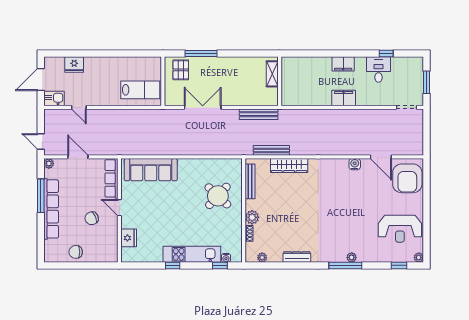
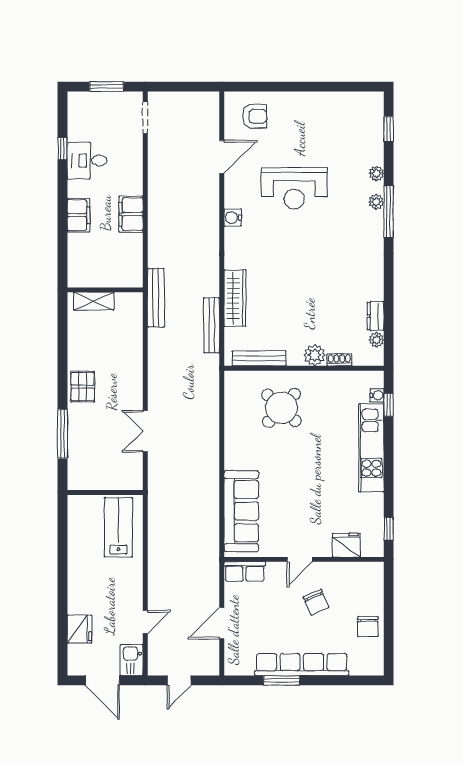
pallet: (181, 70) -> (83, 387), moved, turned 90
shelving: (272, 74) -> (94, 301), moved
wall: (280, 81) -> (105, 290), moved
double door: (203, 107) -> (145, 431), width x0.73
bench: (259, 114) -> (156, 298), moved
door: (41, 142) -> (179, 680), moved
plant: (49, 163) -> (232, 668), removed
water cooler: (355, 164) -> (233, 218), moved
row of seats: (111, 178) -> (245, 572), width x0.68
armchair: (407, 178) -> (255, 116), width x0.53, depth x0.53
window: (41, 196) -> (281, 680), width x0.69
reception desk: (400, 229) -> (294, 188), moved, turned 90
dresser: (297, 257) -> (376, 316), moved, width x0.70
plant: (419, 257) -> (376, 173), moved
window: (173, 265) -> (389, 529), moved

